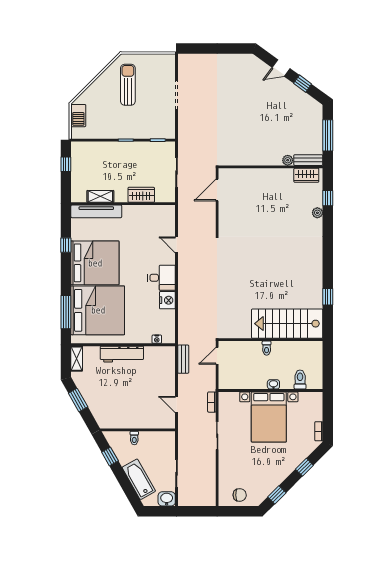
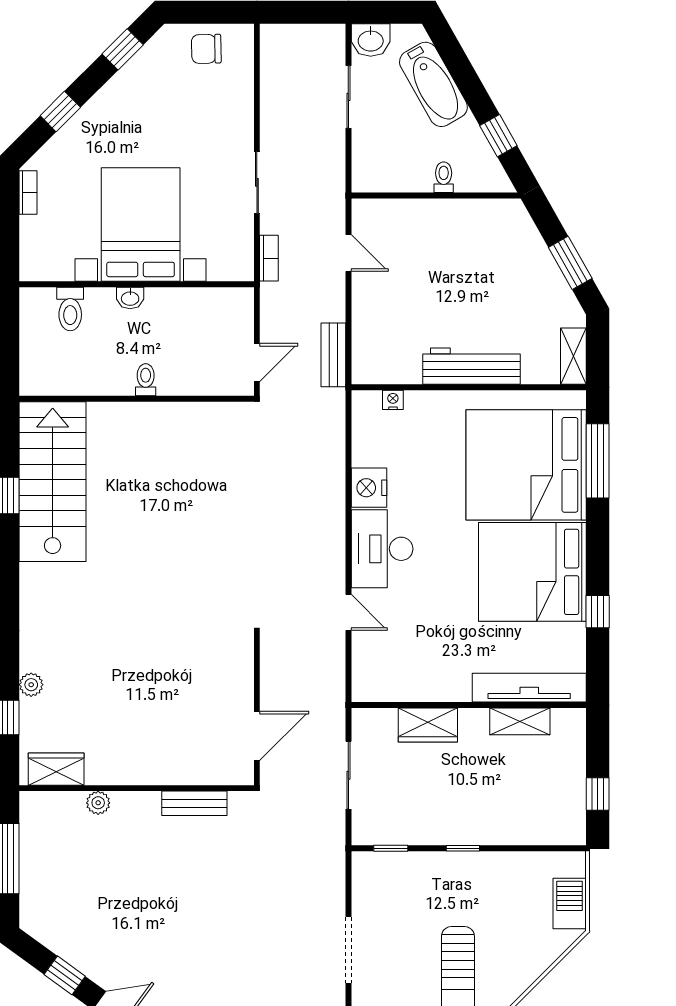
bench: (308, 160) -> (194, 803), moved
desk: (162, 278) -> (382, 549), width x1.37
stairs: (287, 324) -> (53, 482), moved, turned -90

